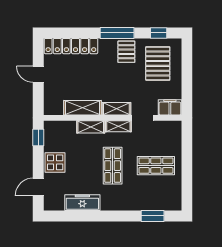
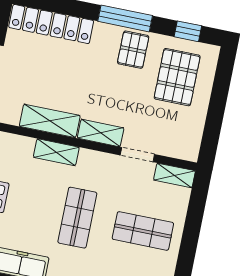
filing cabinet: (170, 107) -> (182, 147), removed
shelving: (118, 126) -> (174, 175), moved

